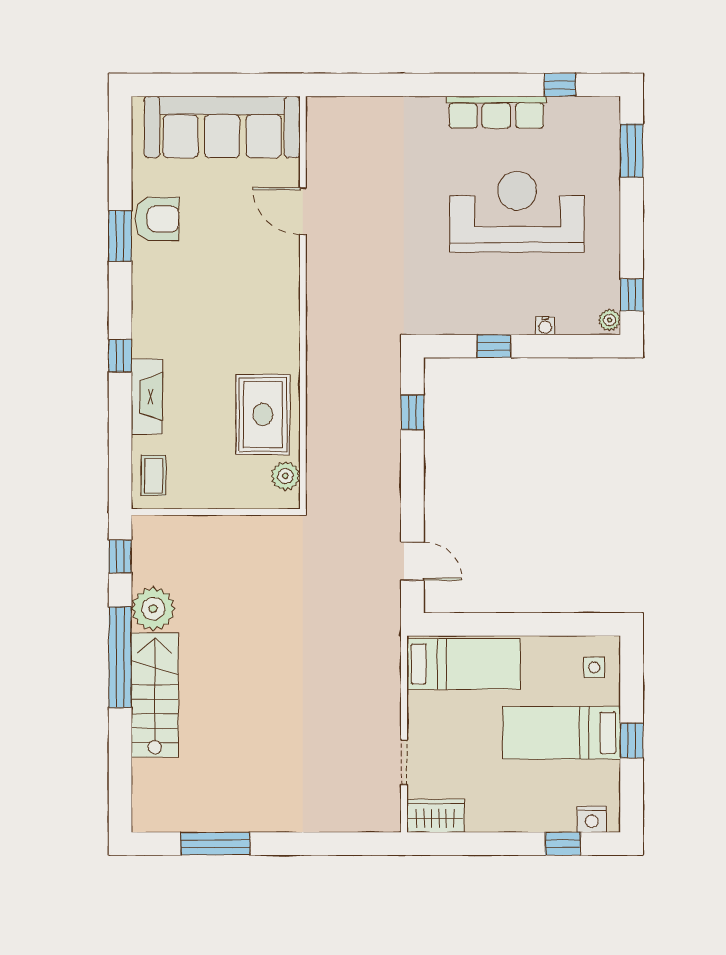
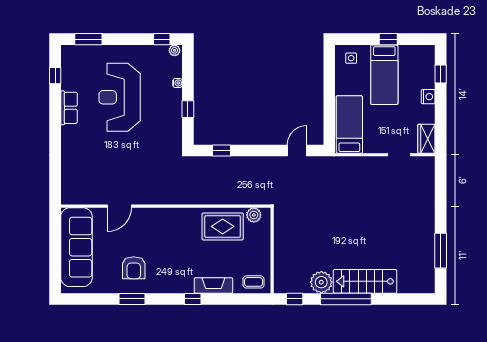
row of seats: (496, 112) -> (69, 108), width x0.68
armchair: (157, 219) -> (134, 268), moved, turned 180
nightstand: (592, 819) -> (428, 97), moved

